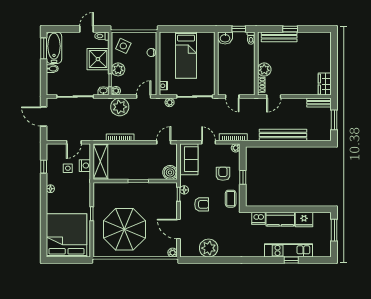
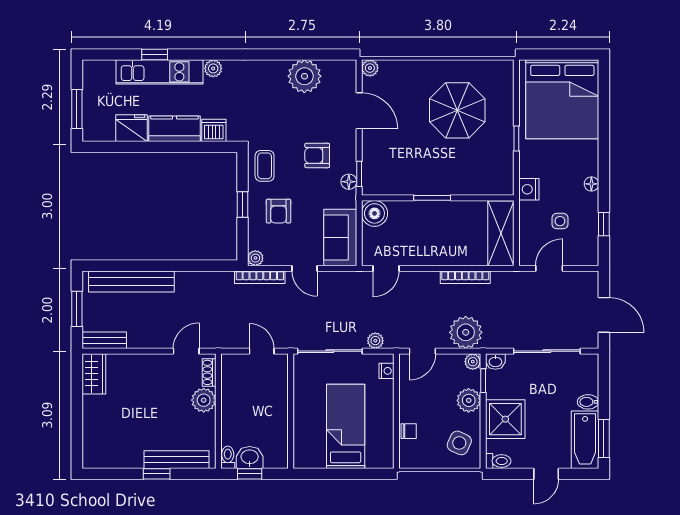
door: (87, 29) -> (546, 474), moved
washbasin: (225, 38) -> (250, 457), moved
bench: (283, 135) -> (131, 281), moved
nightstand: (85, 166) -> (529, 189), moved
parasol: (124, 229) -> (457, 110), width x0.73, depth x0.73
plant: (259, 252) -> (213, 68), added

